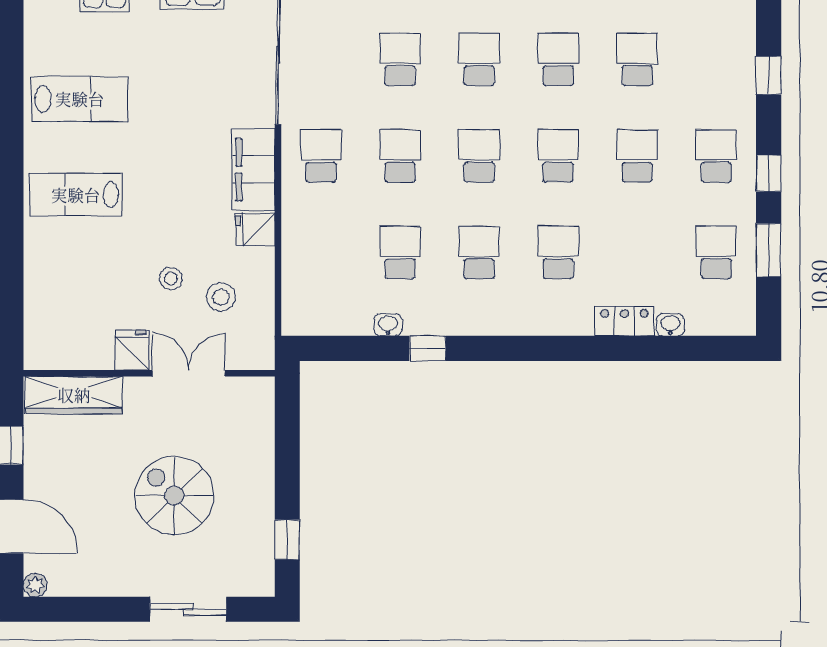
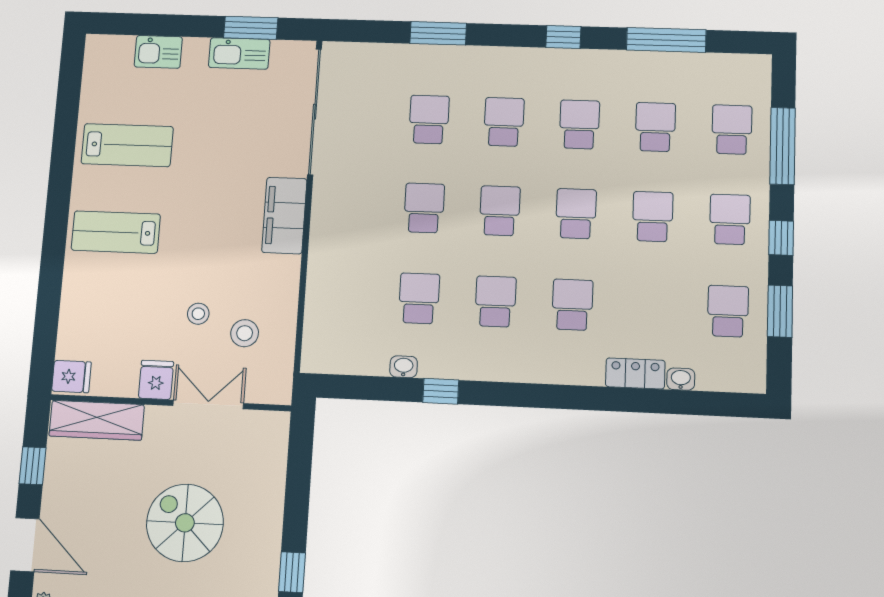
window: (769, 75) -> (783, 146), width x2.17
school desk: (321, 156) -> (732, 130), moved
fridge: (255, 229) -> (71, 377), moved, turned 180

